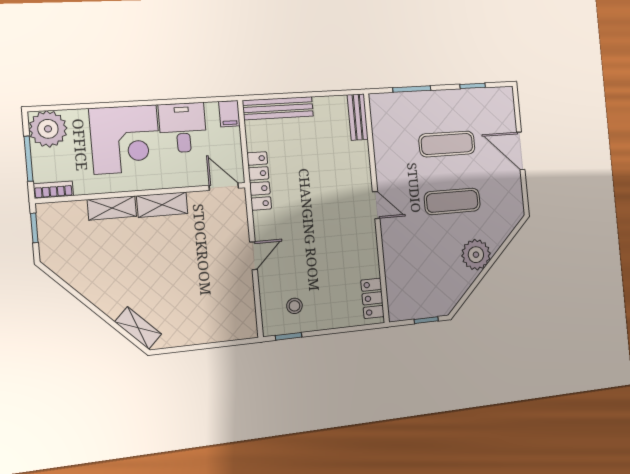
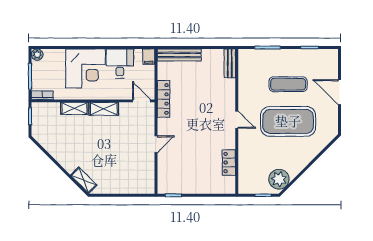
plant: (48, 129) -> (37, 55), width x0.53, depth x0.53
exercise mat: (452, 201) -> (288, 121), width x2.00, depth x1.45
plant: (476, 255) -> (279, 179), moved
locker: (373, 298) -> (229, 163), moved
stool: (294, 306) -> (179, 177), removed

